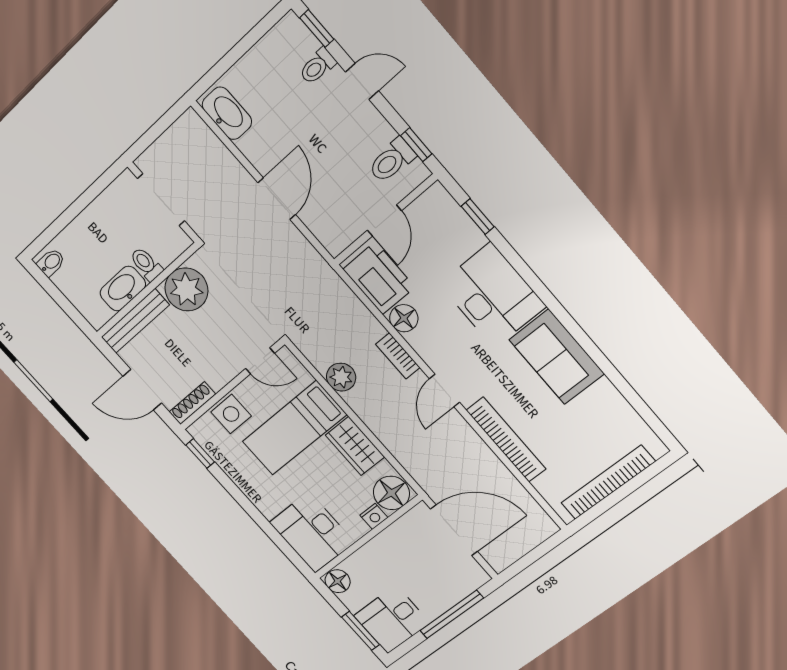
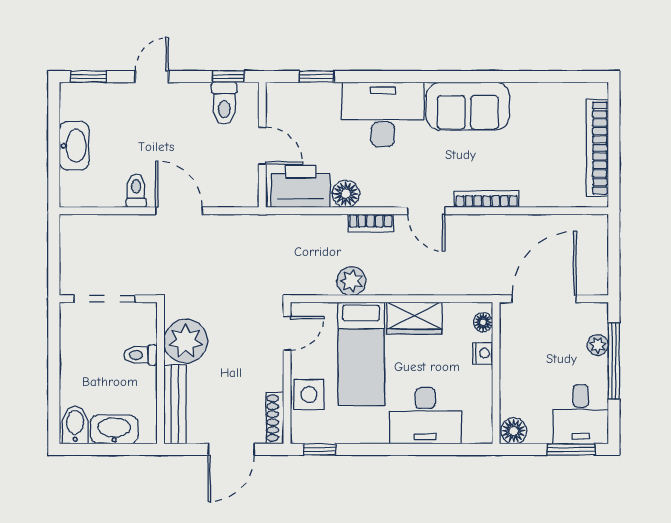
toilet: (317, 66) -> (136, 191), moved, turned 180
washbasin: (227, 113) -> (74, 146), moved, turned 90
bidet: (51, 262) -> (75, 425), width x1.38, depth x1.36
washbasin: (123, 289) -> (114, 429), moved, turned 90
bookcase: (506, 440) -> (487, 199), width x0.68, depth x0.76
floor lamp: (391, 493) -> (483, 322), width x0.53, depth x0.53
desk: (312, 532) -> (425, 416), moved
plant: (453, 594) -> (598, 345), added

